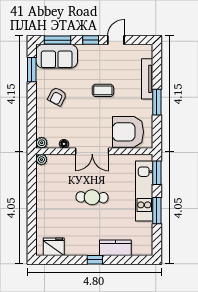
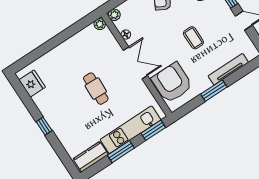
double door: (92, 151) -> (135, 63), swing flipped
kitchen counter: (115, 248) -> (91, 157), moved, turned -90

